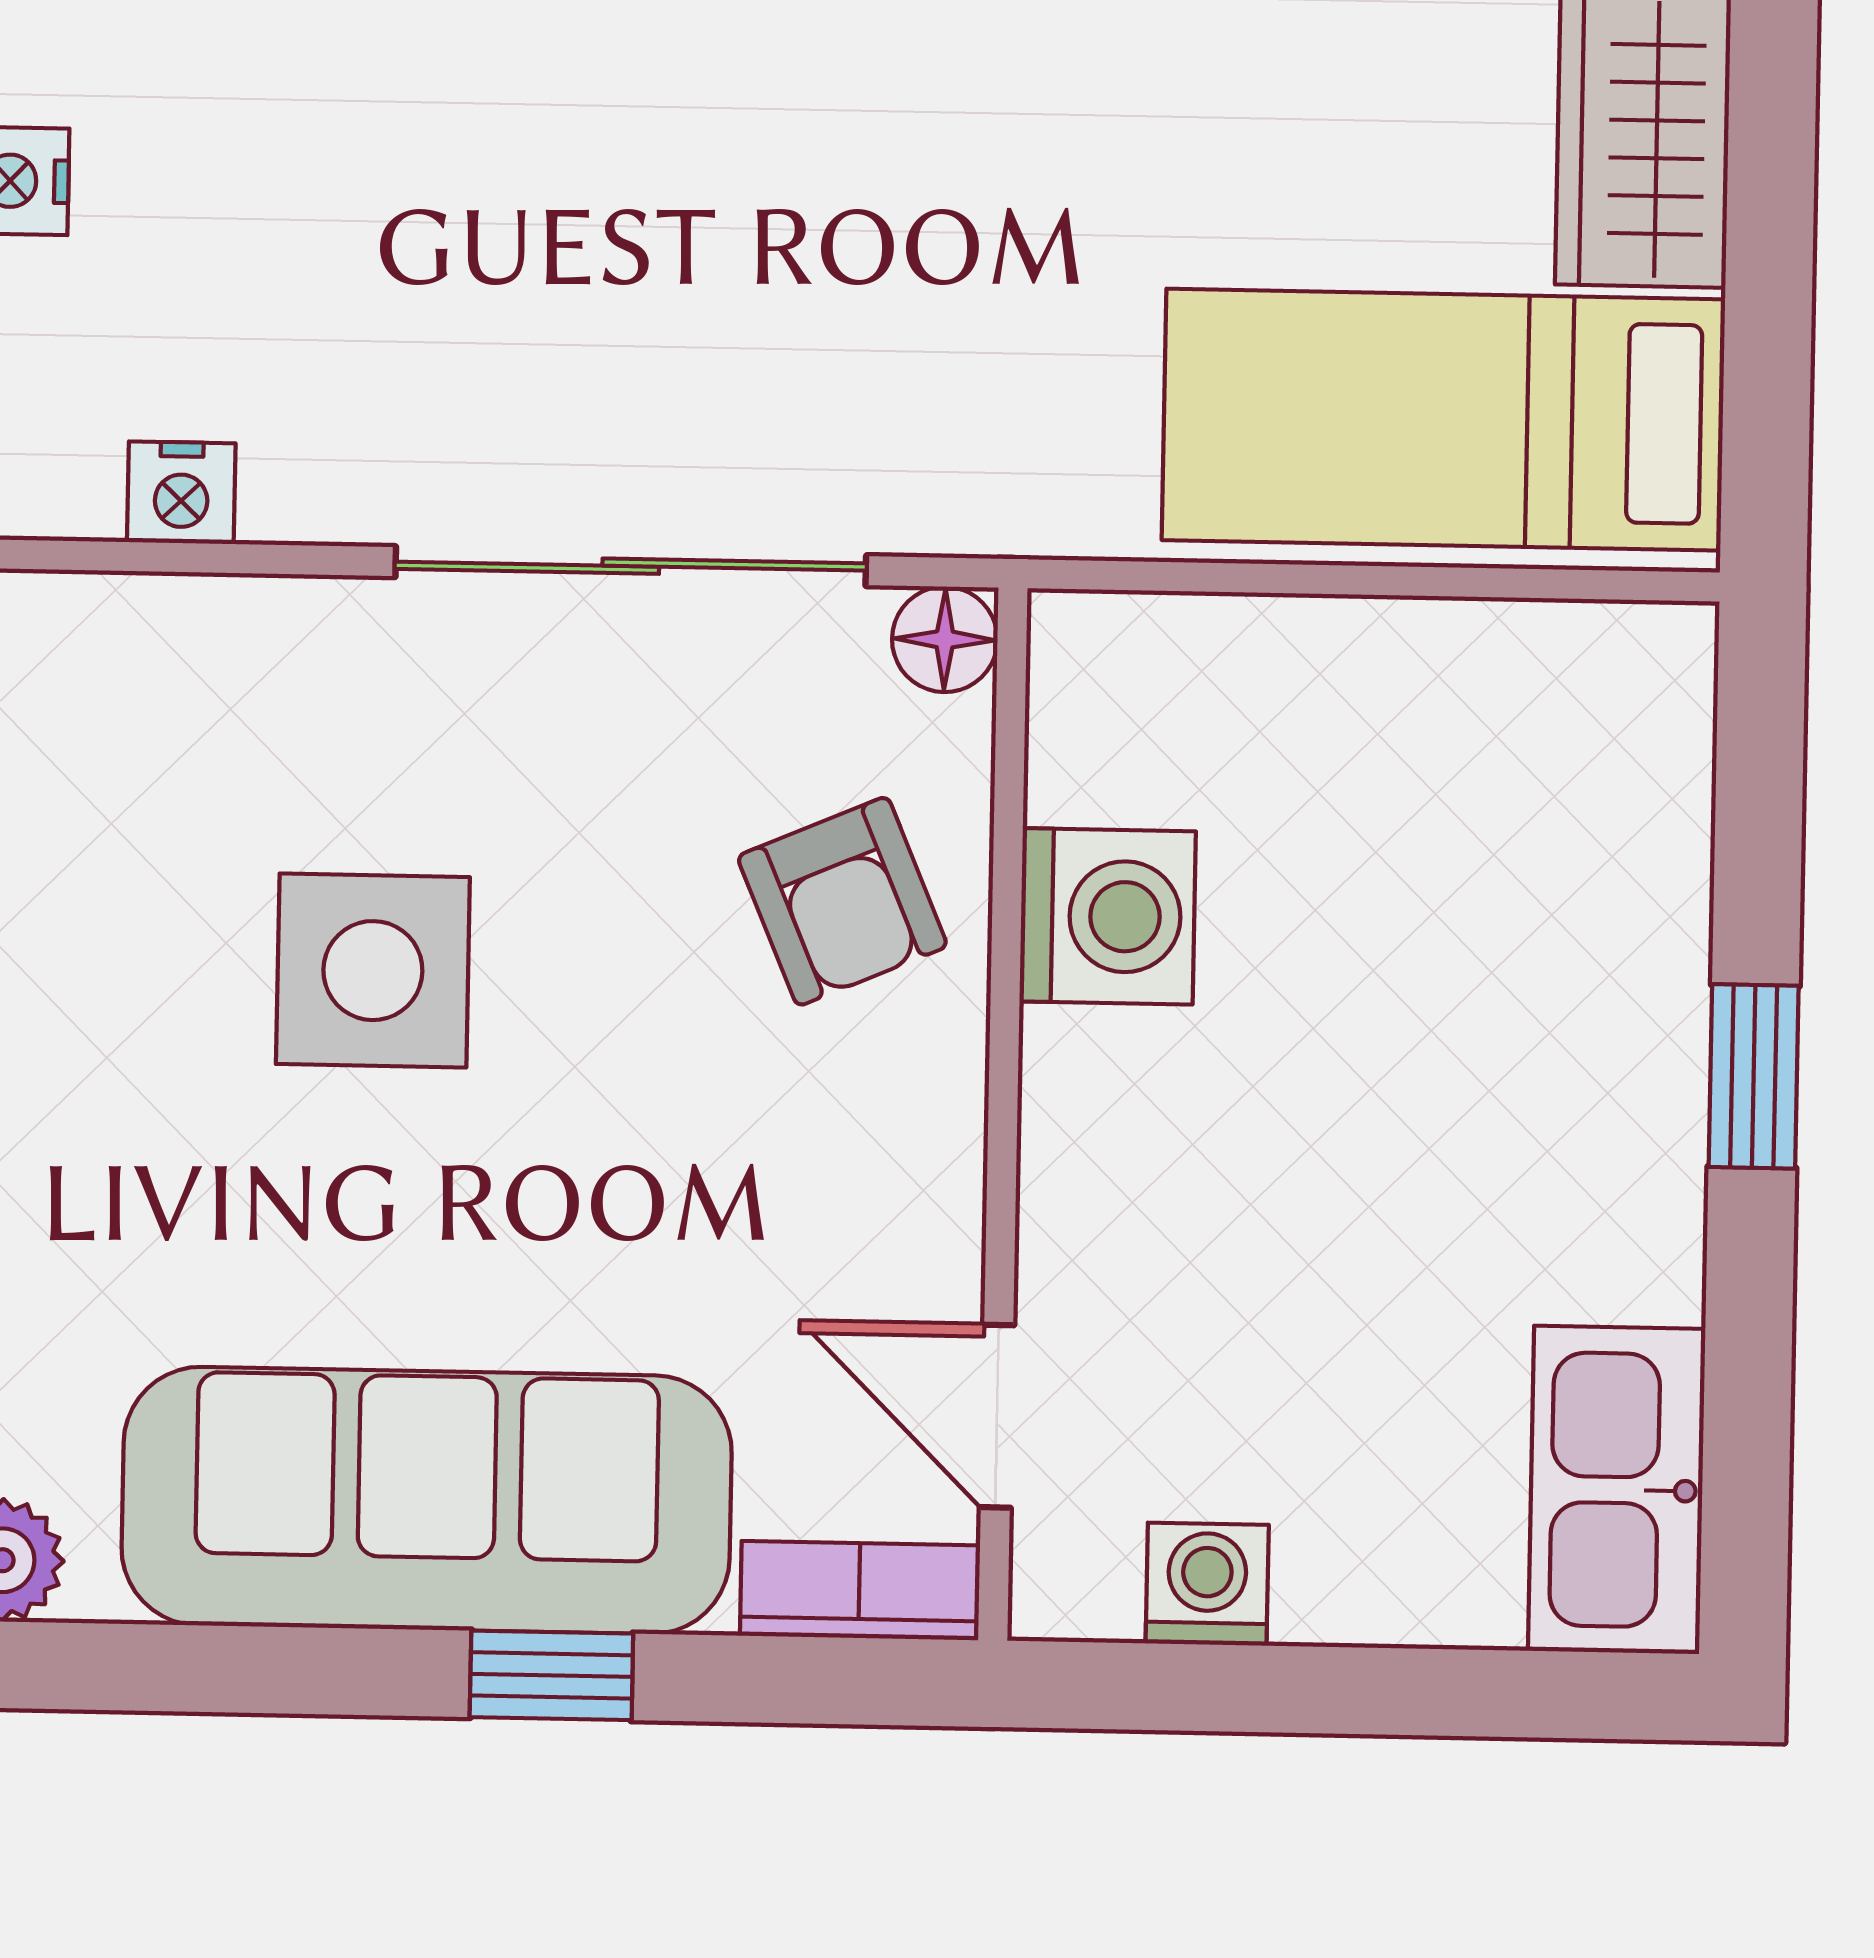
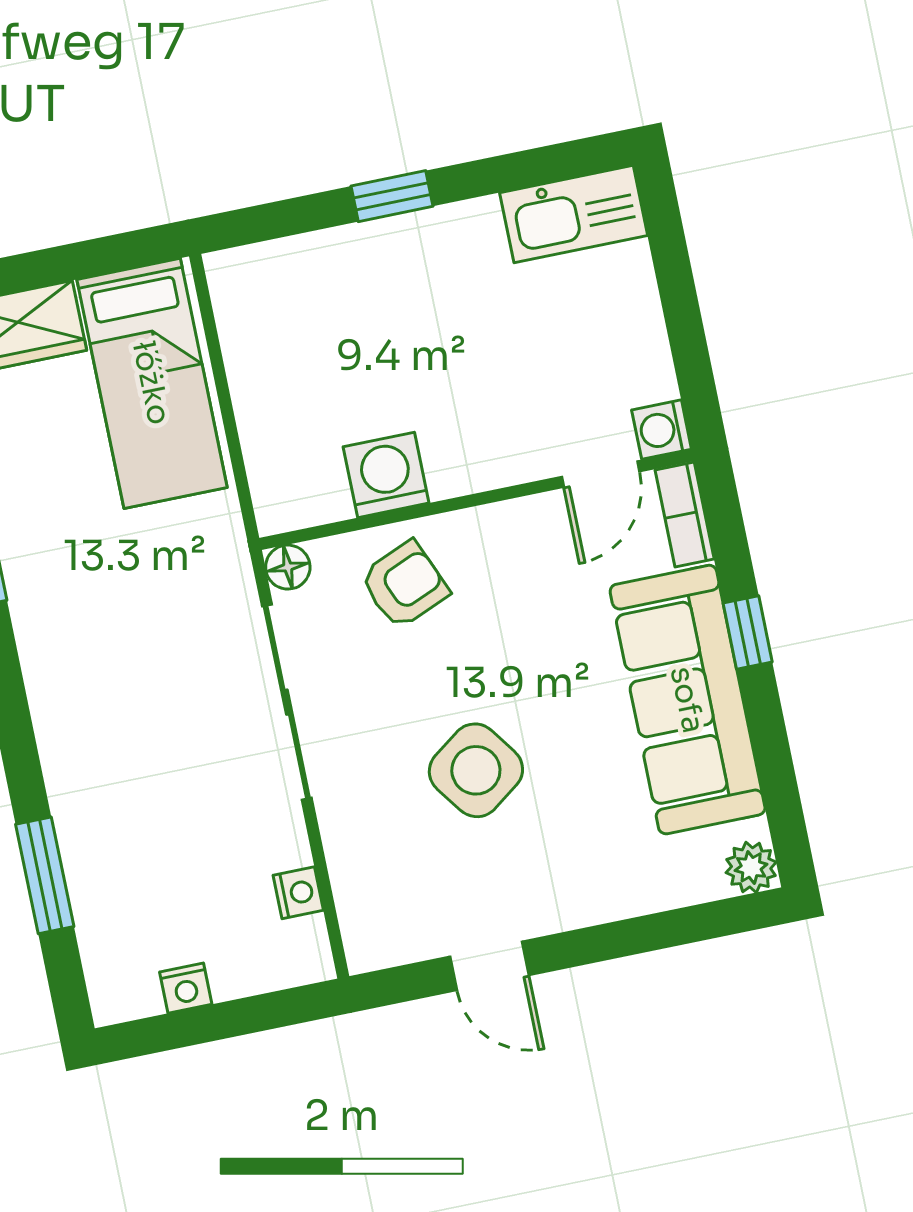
side table: (373, 971) -> (476, 770), turned -36
washing machine: (1207, 1584) -> (662, 430), moved

